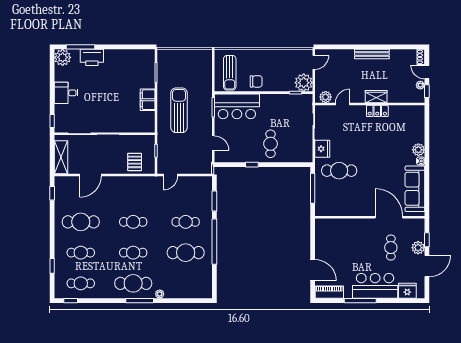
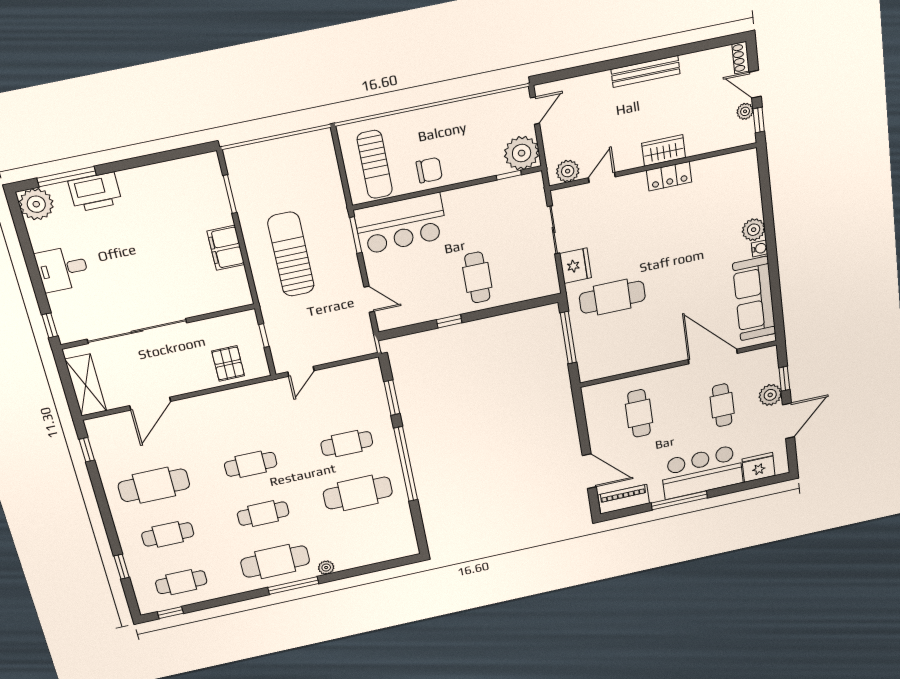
cafe table: (345, 242) -> (639, 413), added

